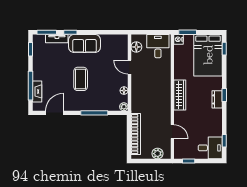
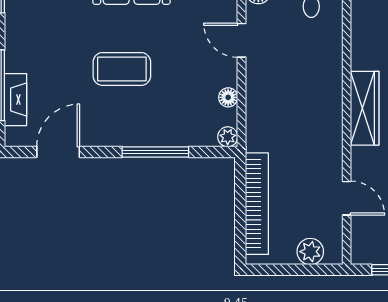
coffee table: (81, 79) -> (122, 69), turned 90

